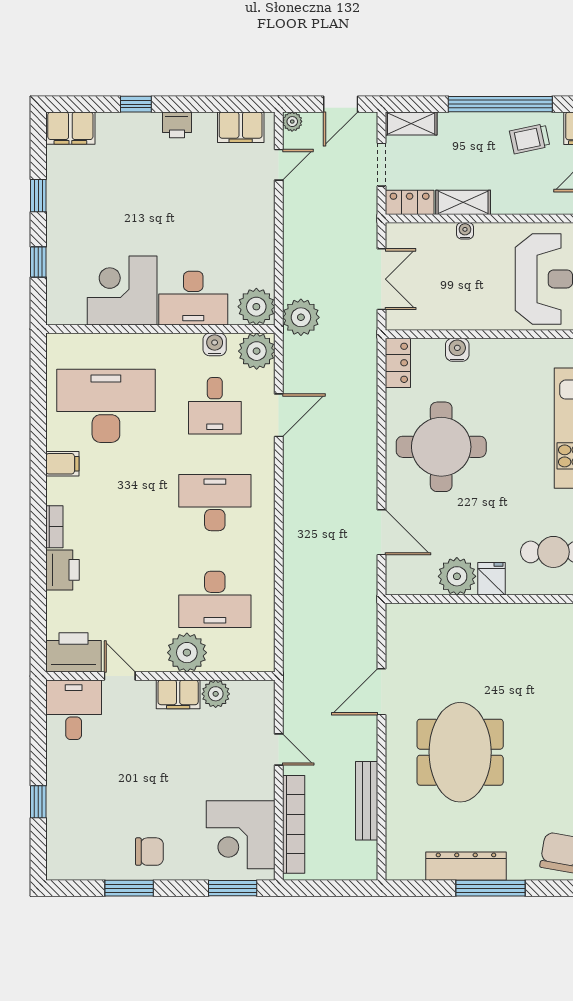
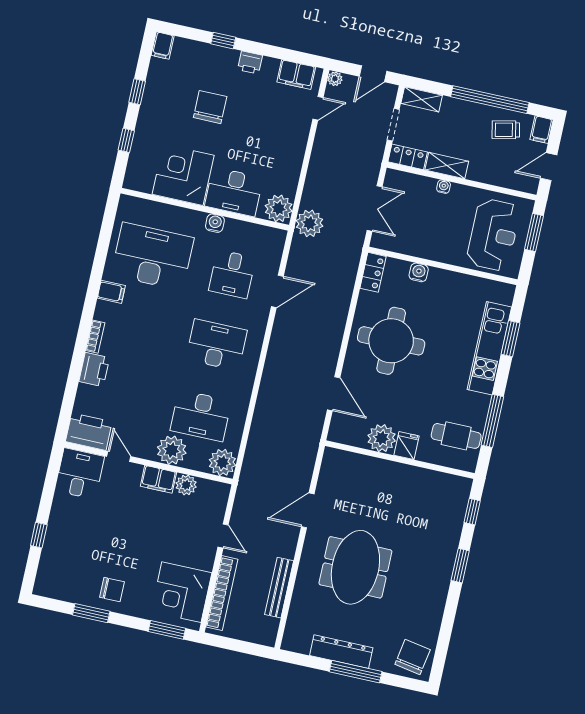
filing cabinet: (70, 128) -> (163, 46), width x0.50
chair: (138, 194) -> (210, 107), added
water cooler: (215, 344) -> (215, 223), moved
plant: (257, 351) -> (222, 462), moved

